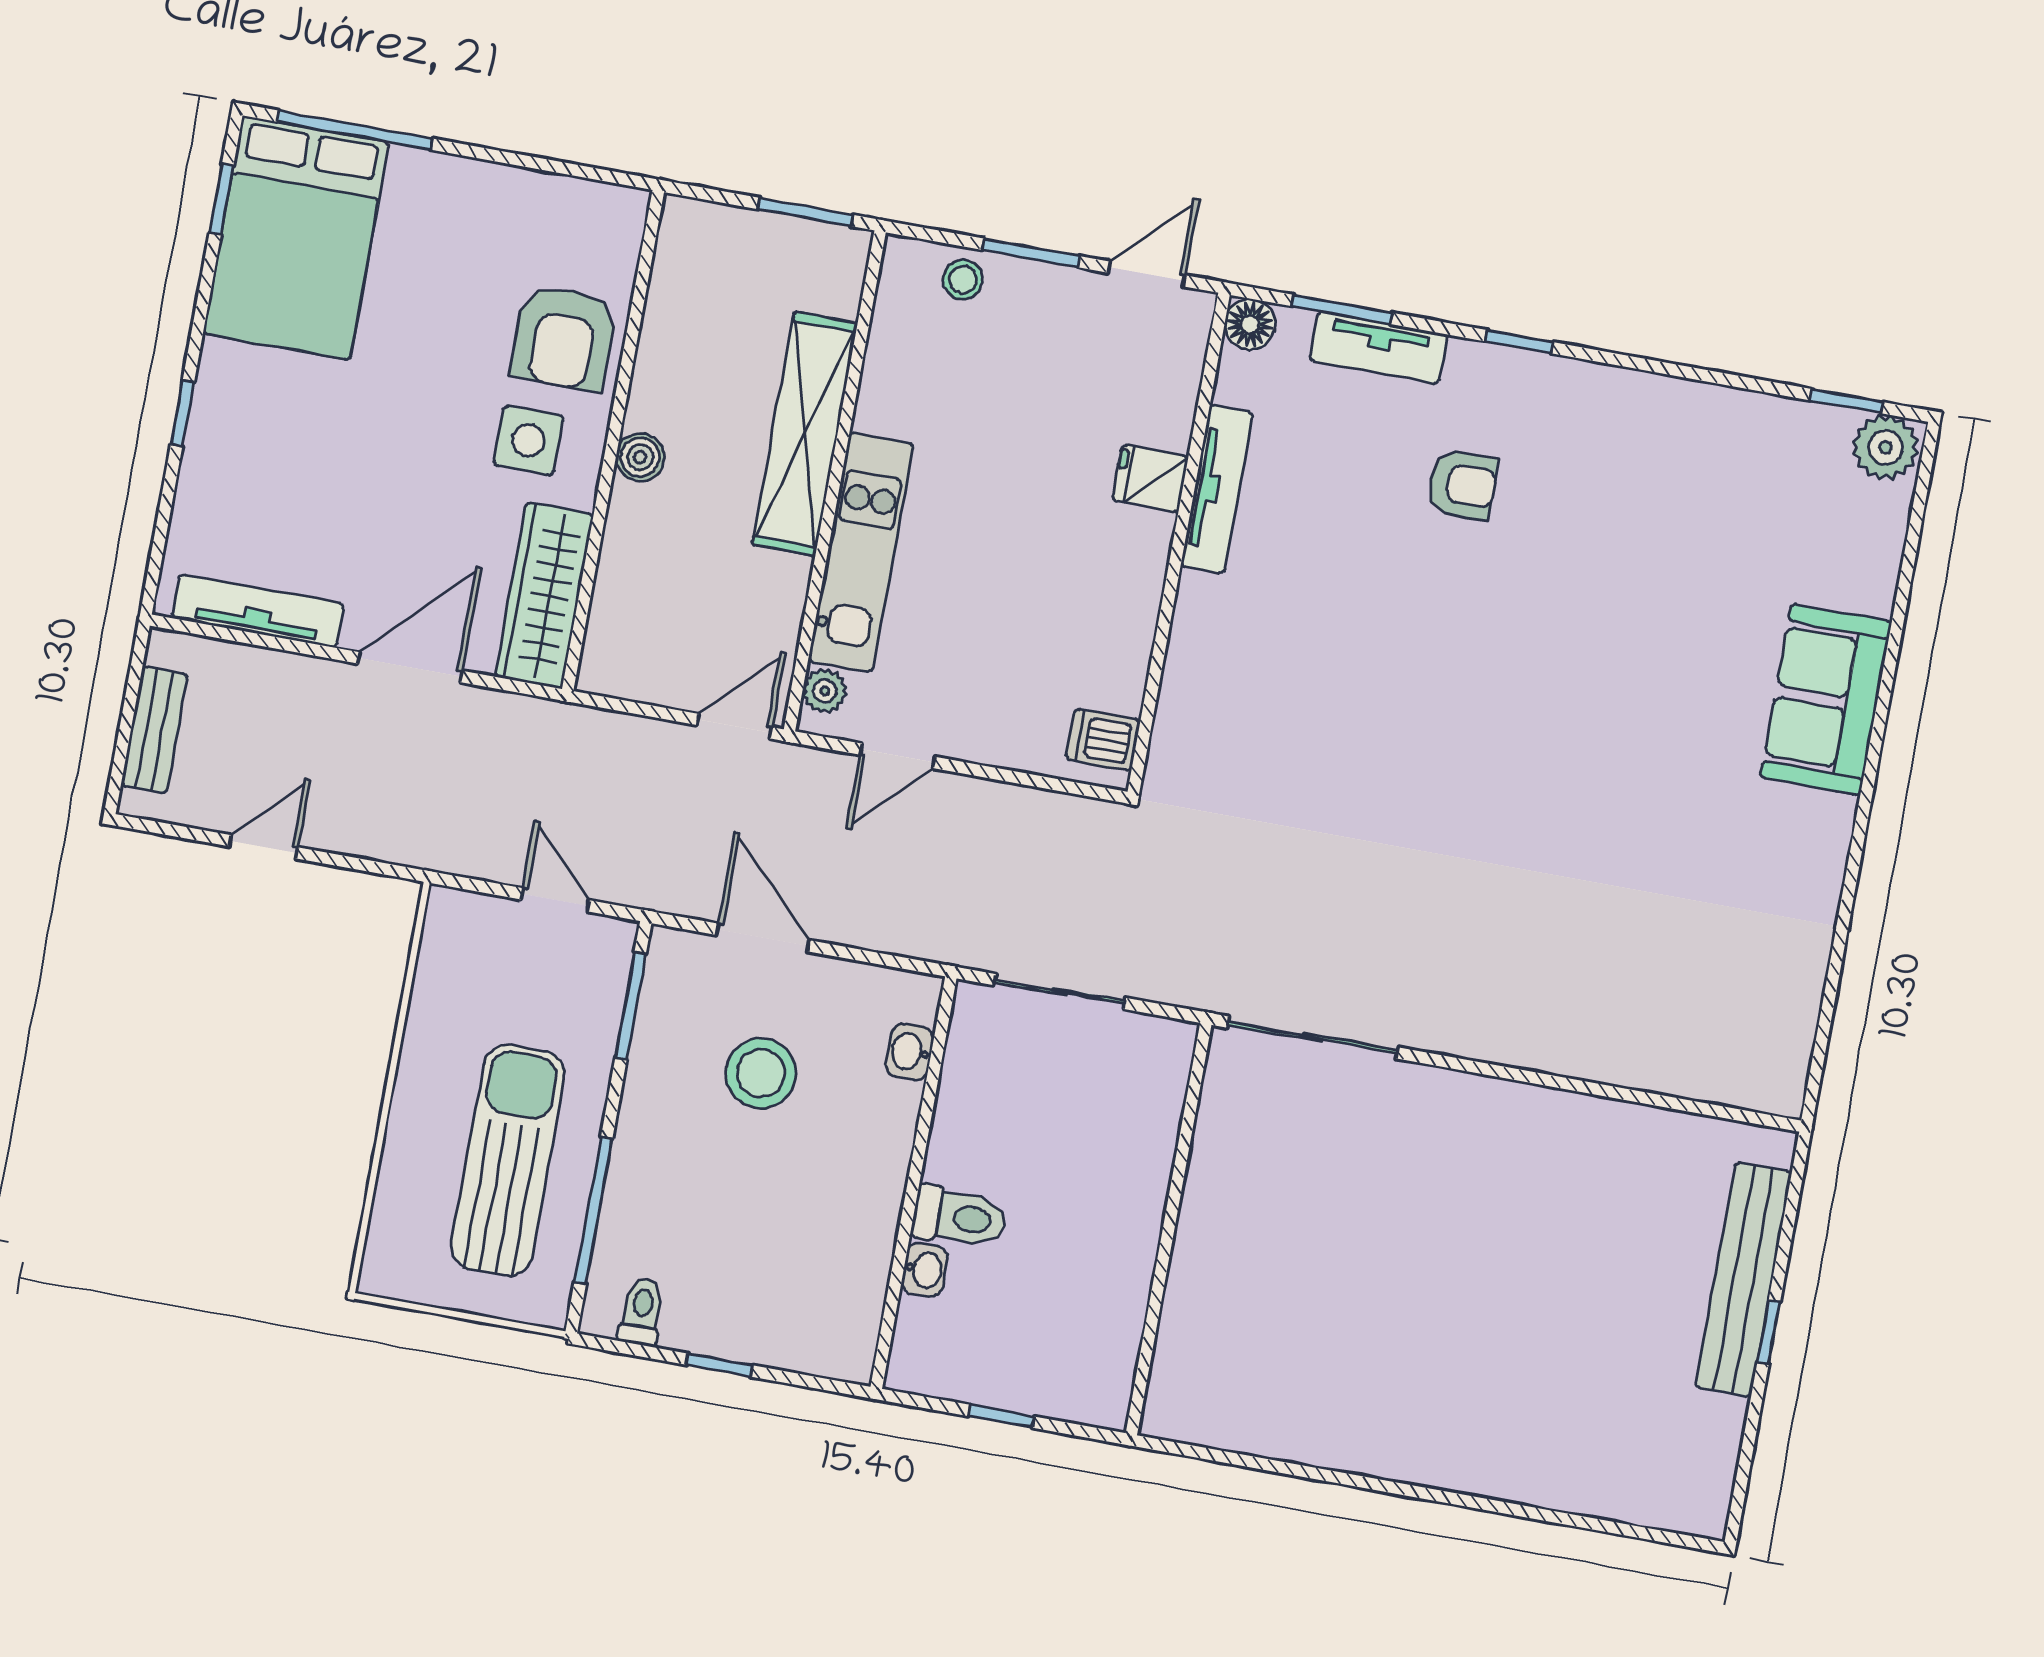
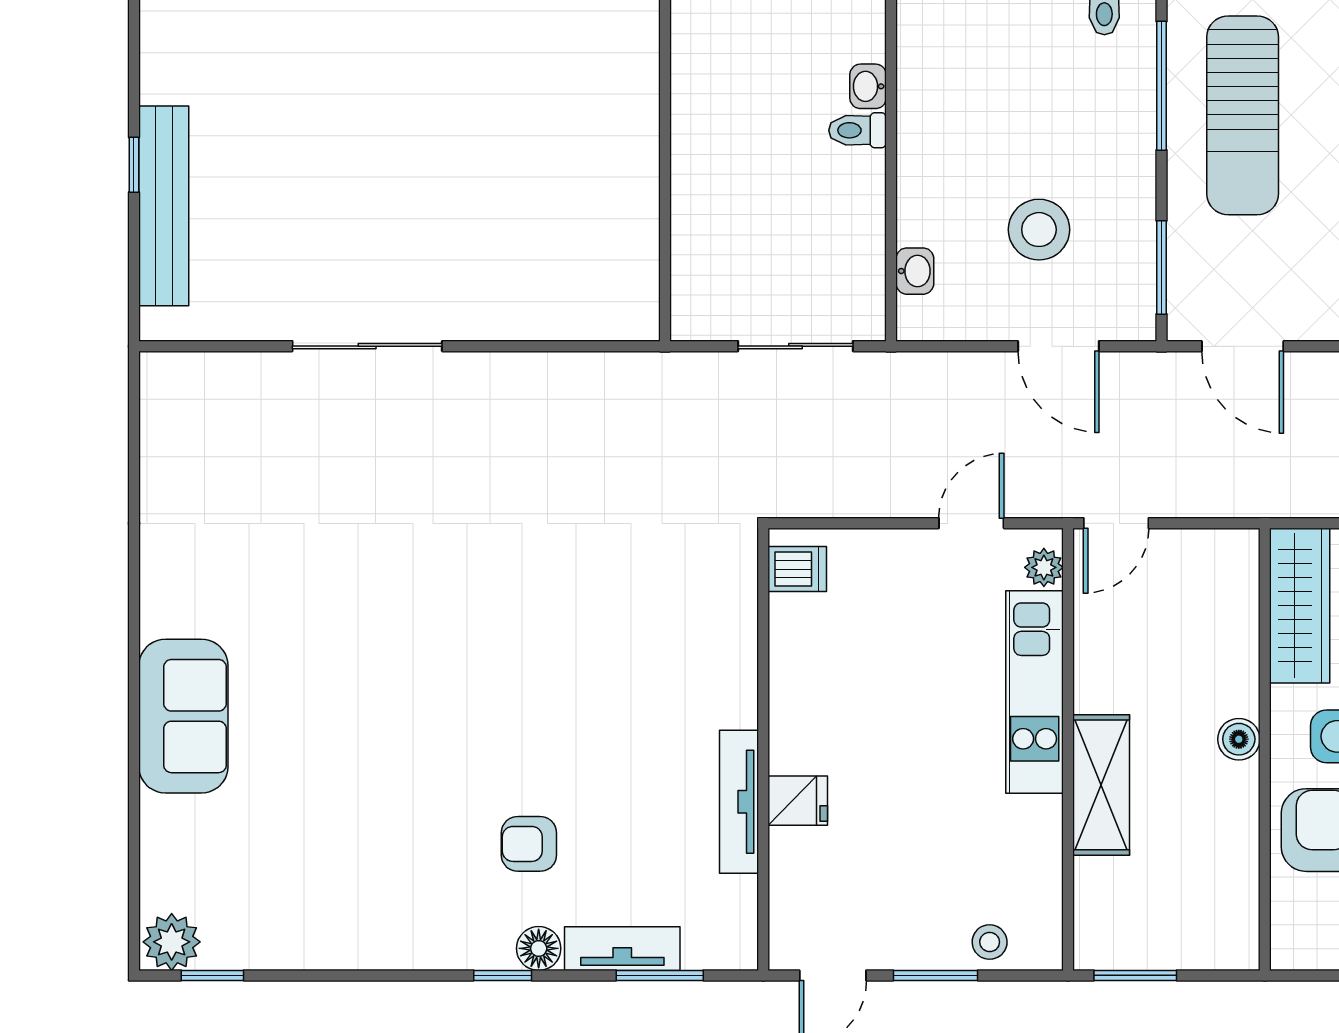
floor lamp: (1250, 324) -> (539, 948), moved
shelving: (805, 434) -> (1101, 785), width x0.68
door: (555, 900) -> (1243, 346), width x1.38
sliding door: (1312, 1037) -> (367, 346), moved
toilet: (959, 1217) -> (857, 130), width x0.73, depth x0.72

